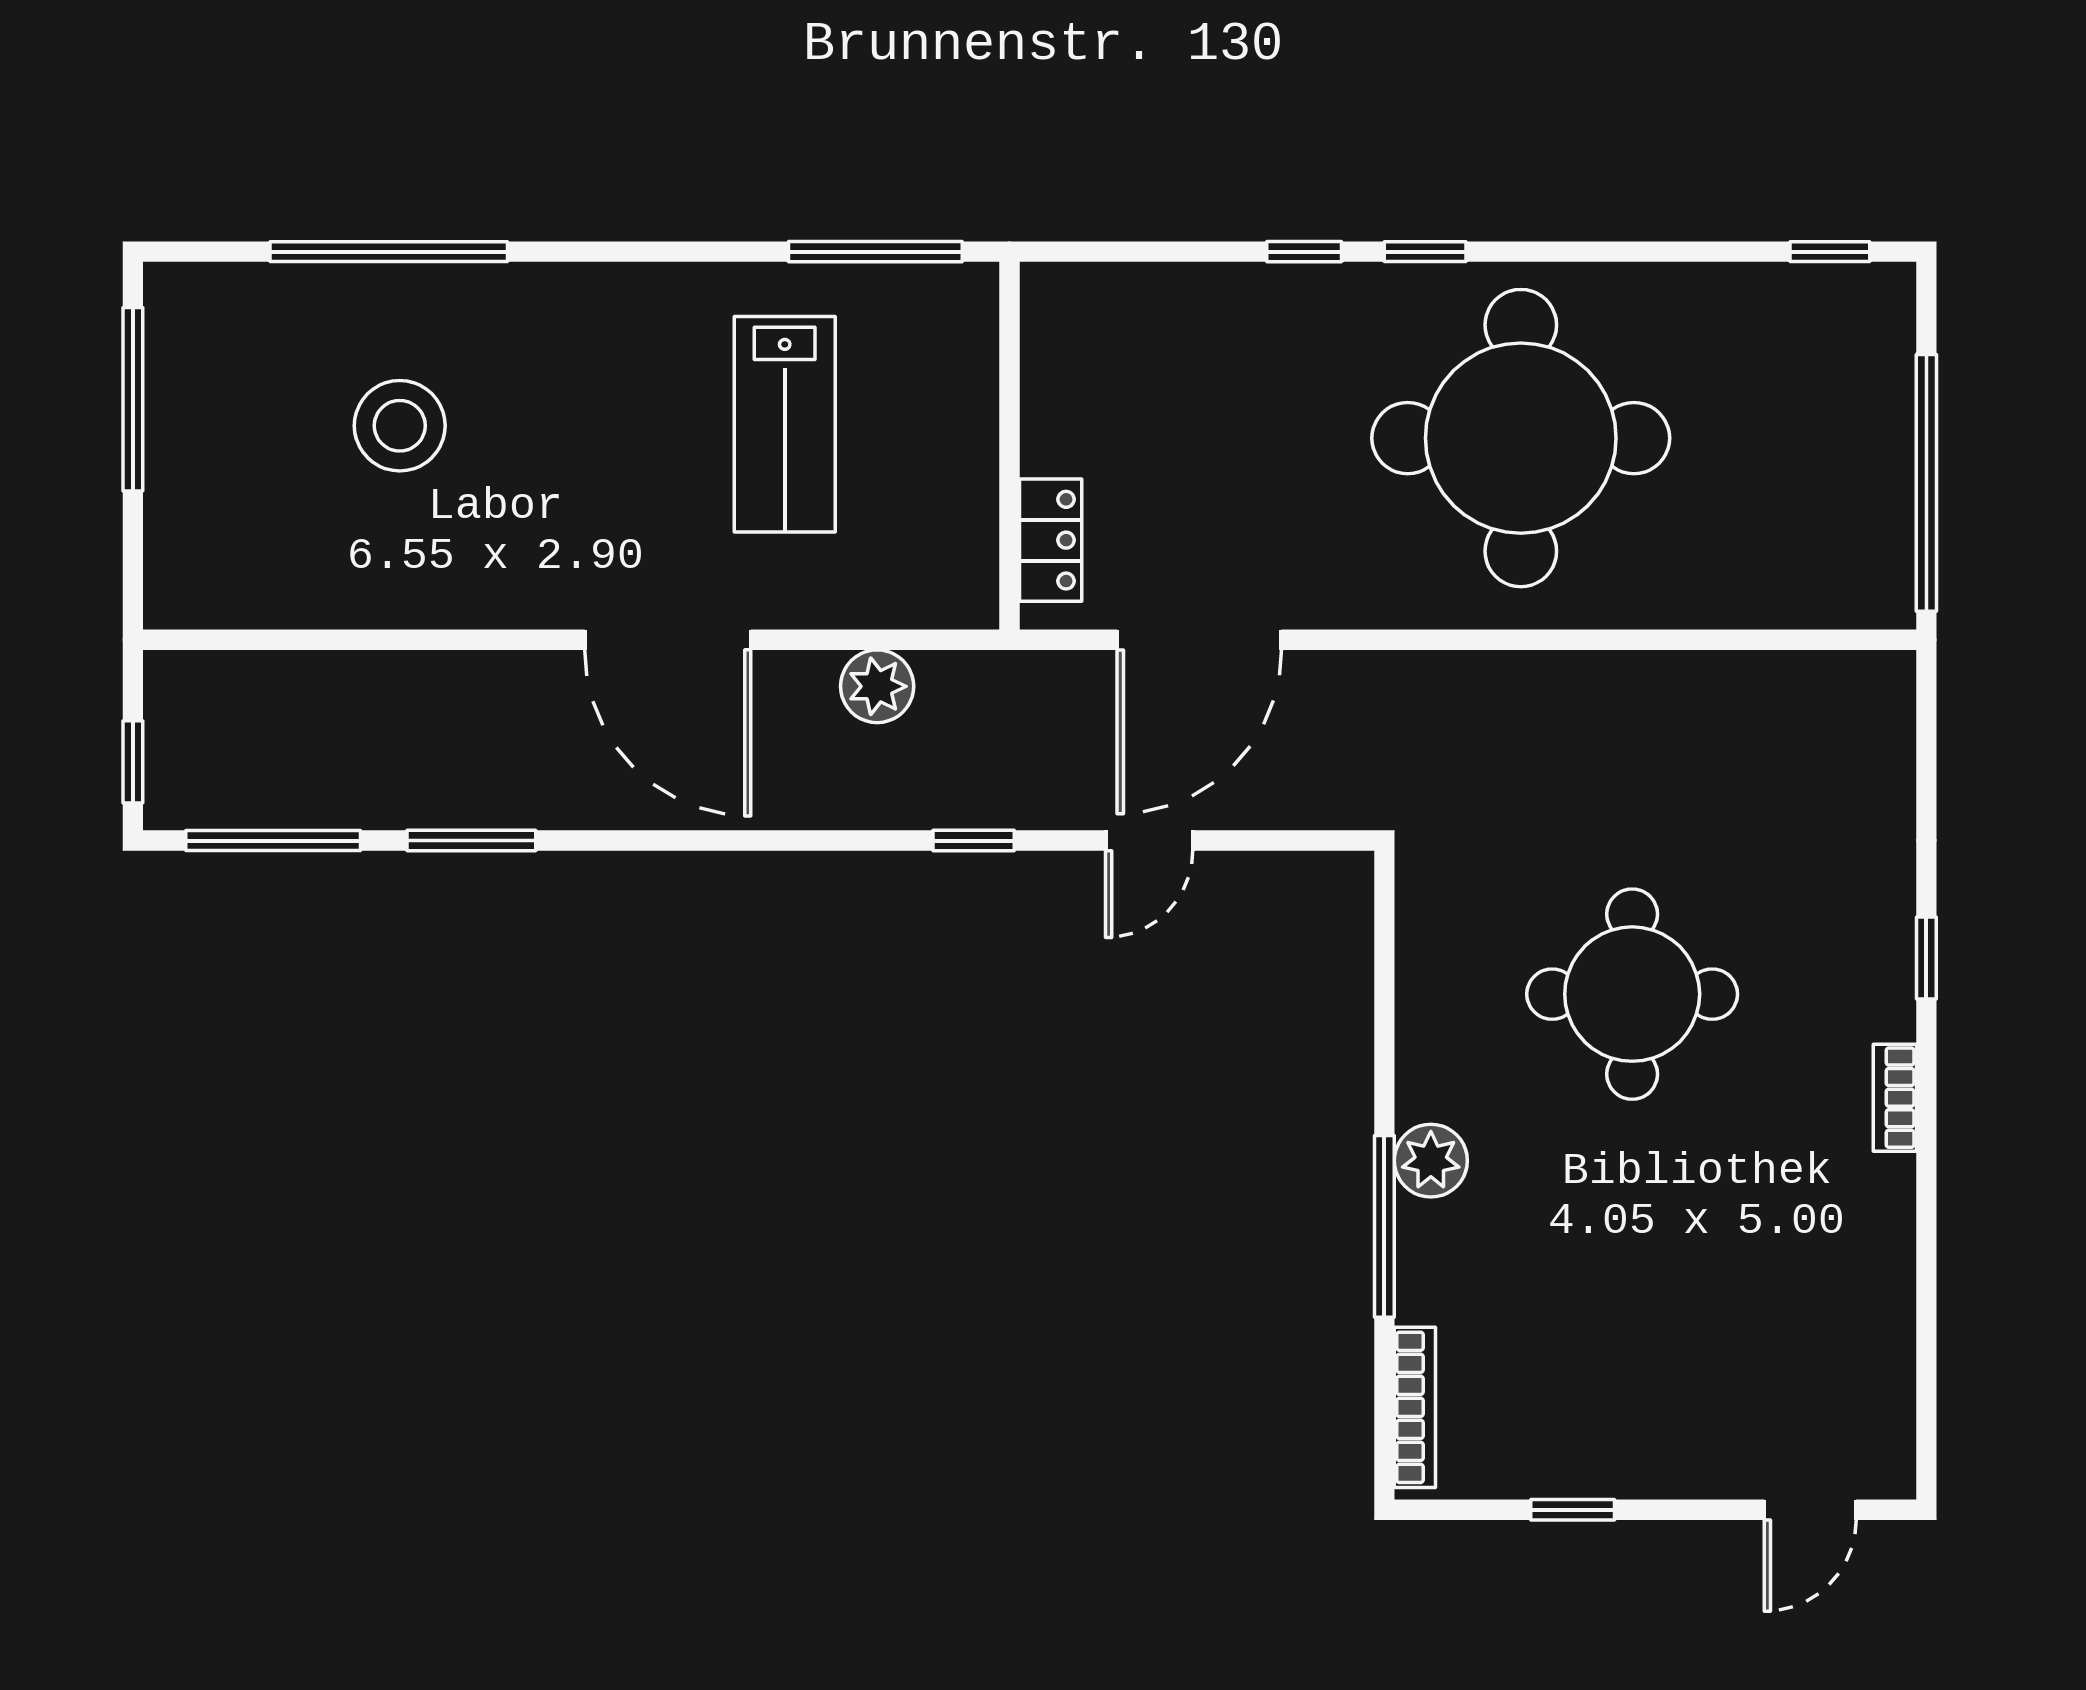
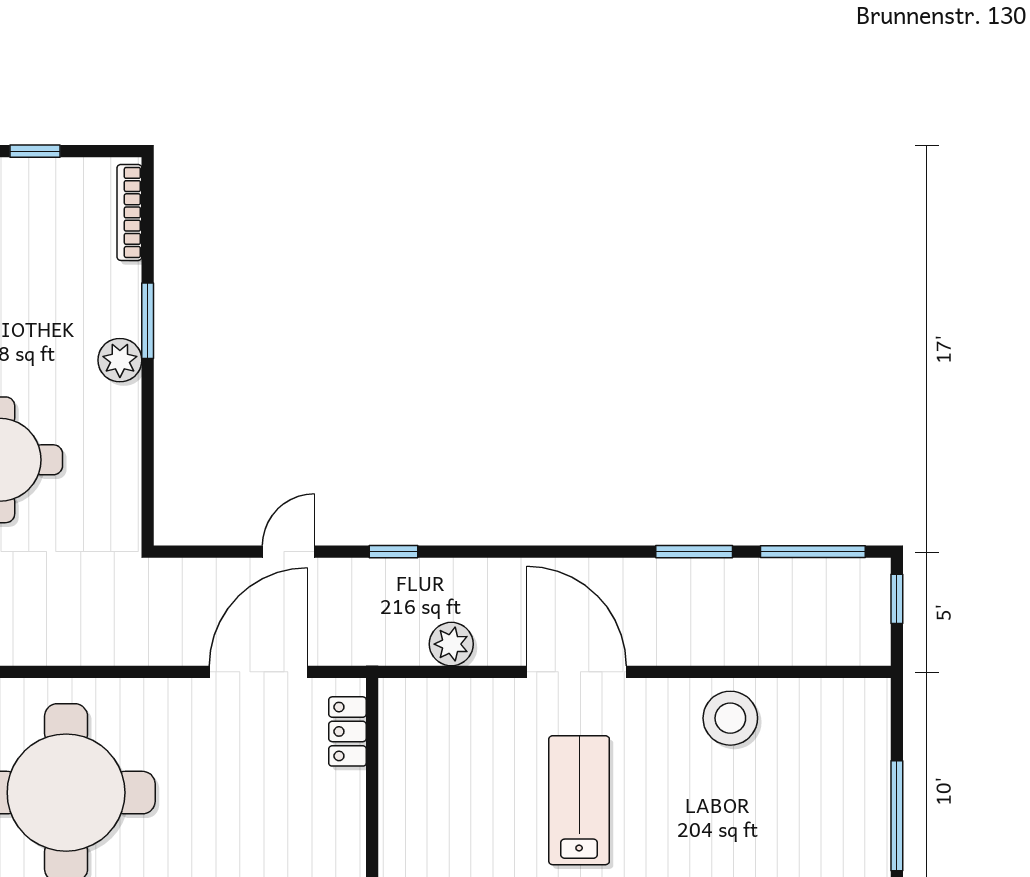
lab bench: (785, 424) -> (579, 800), moved
stool: (400, 426) -> (730, 718), moved
window: (1384, 1226) -> (148, 321), width x0.69

